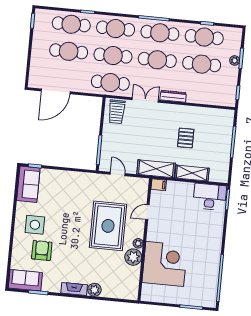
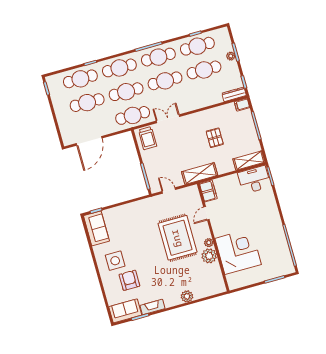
dresser: (173, 96) -> (234, 94), moved
filing cabinet: (227, 115) -> (242, 105), added
shelving: (192, 173) -> (249, 161), moved
filing cabinet: (159, 185) -> (208, 191), width x2.00
fireplace: (74, 289) -> (153, 307), moved

